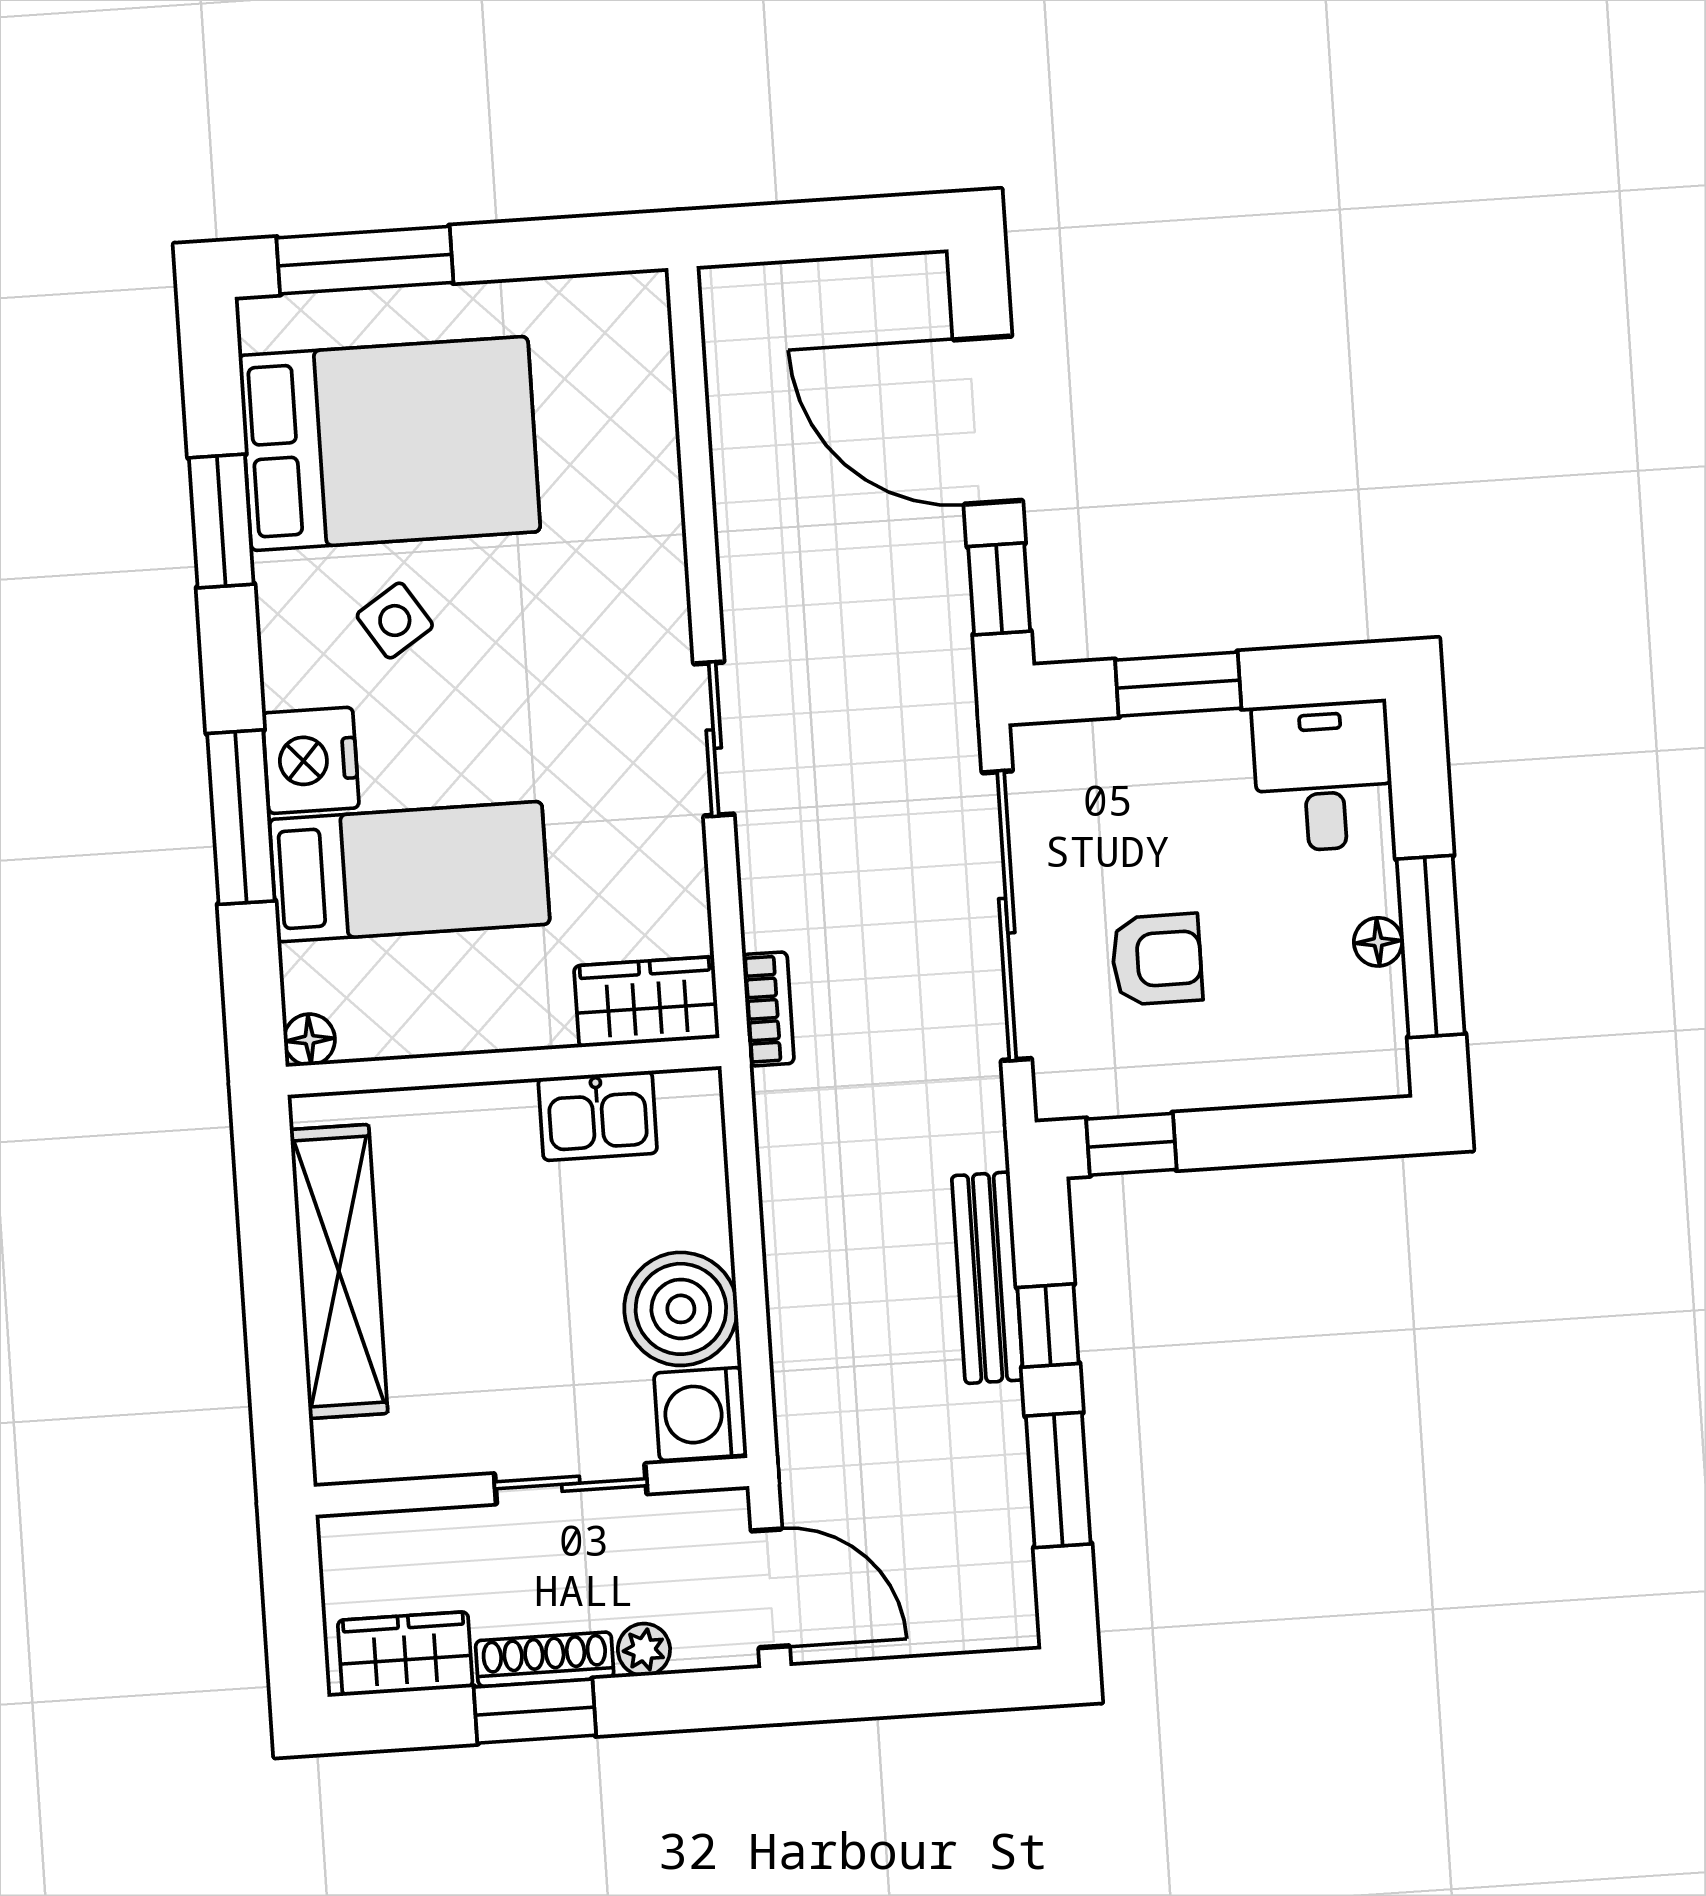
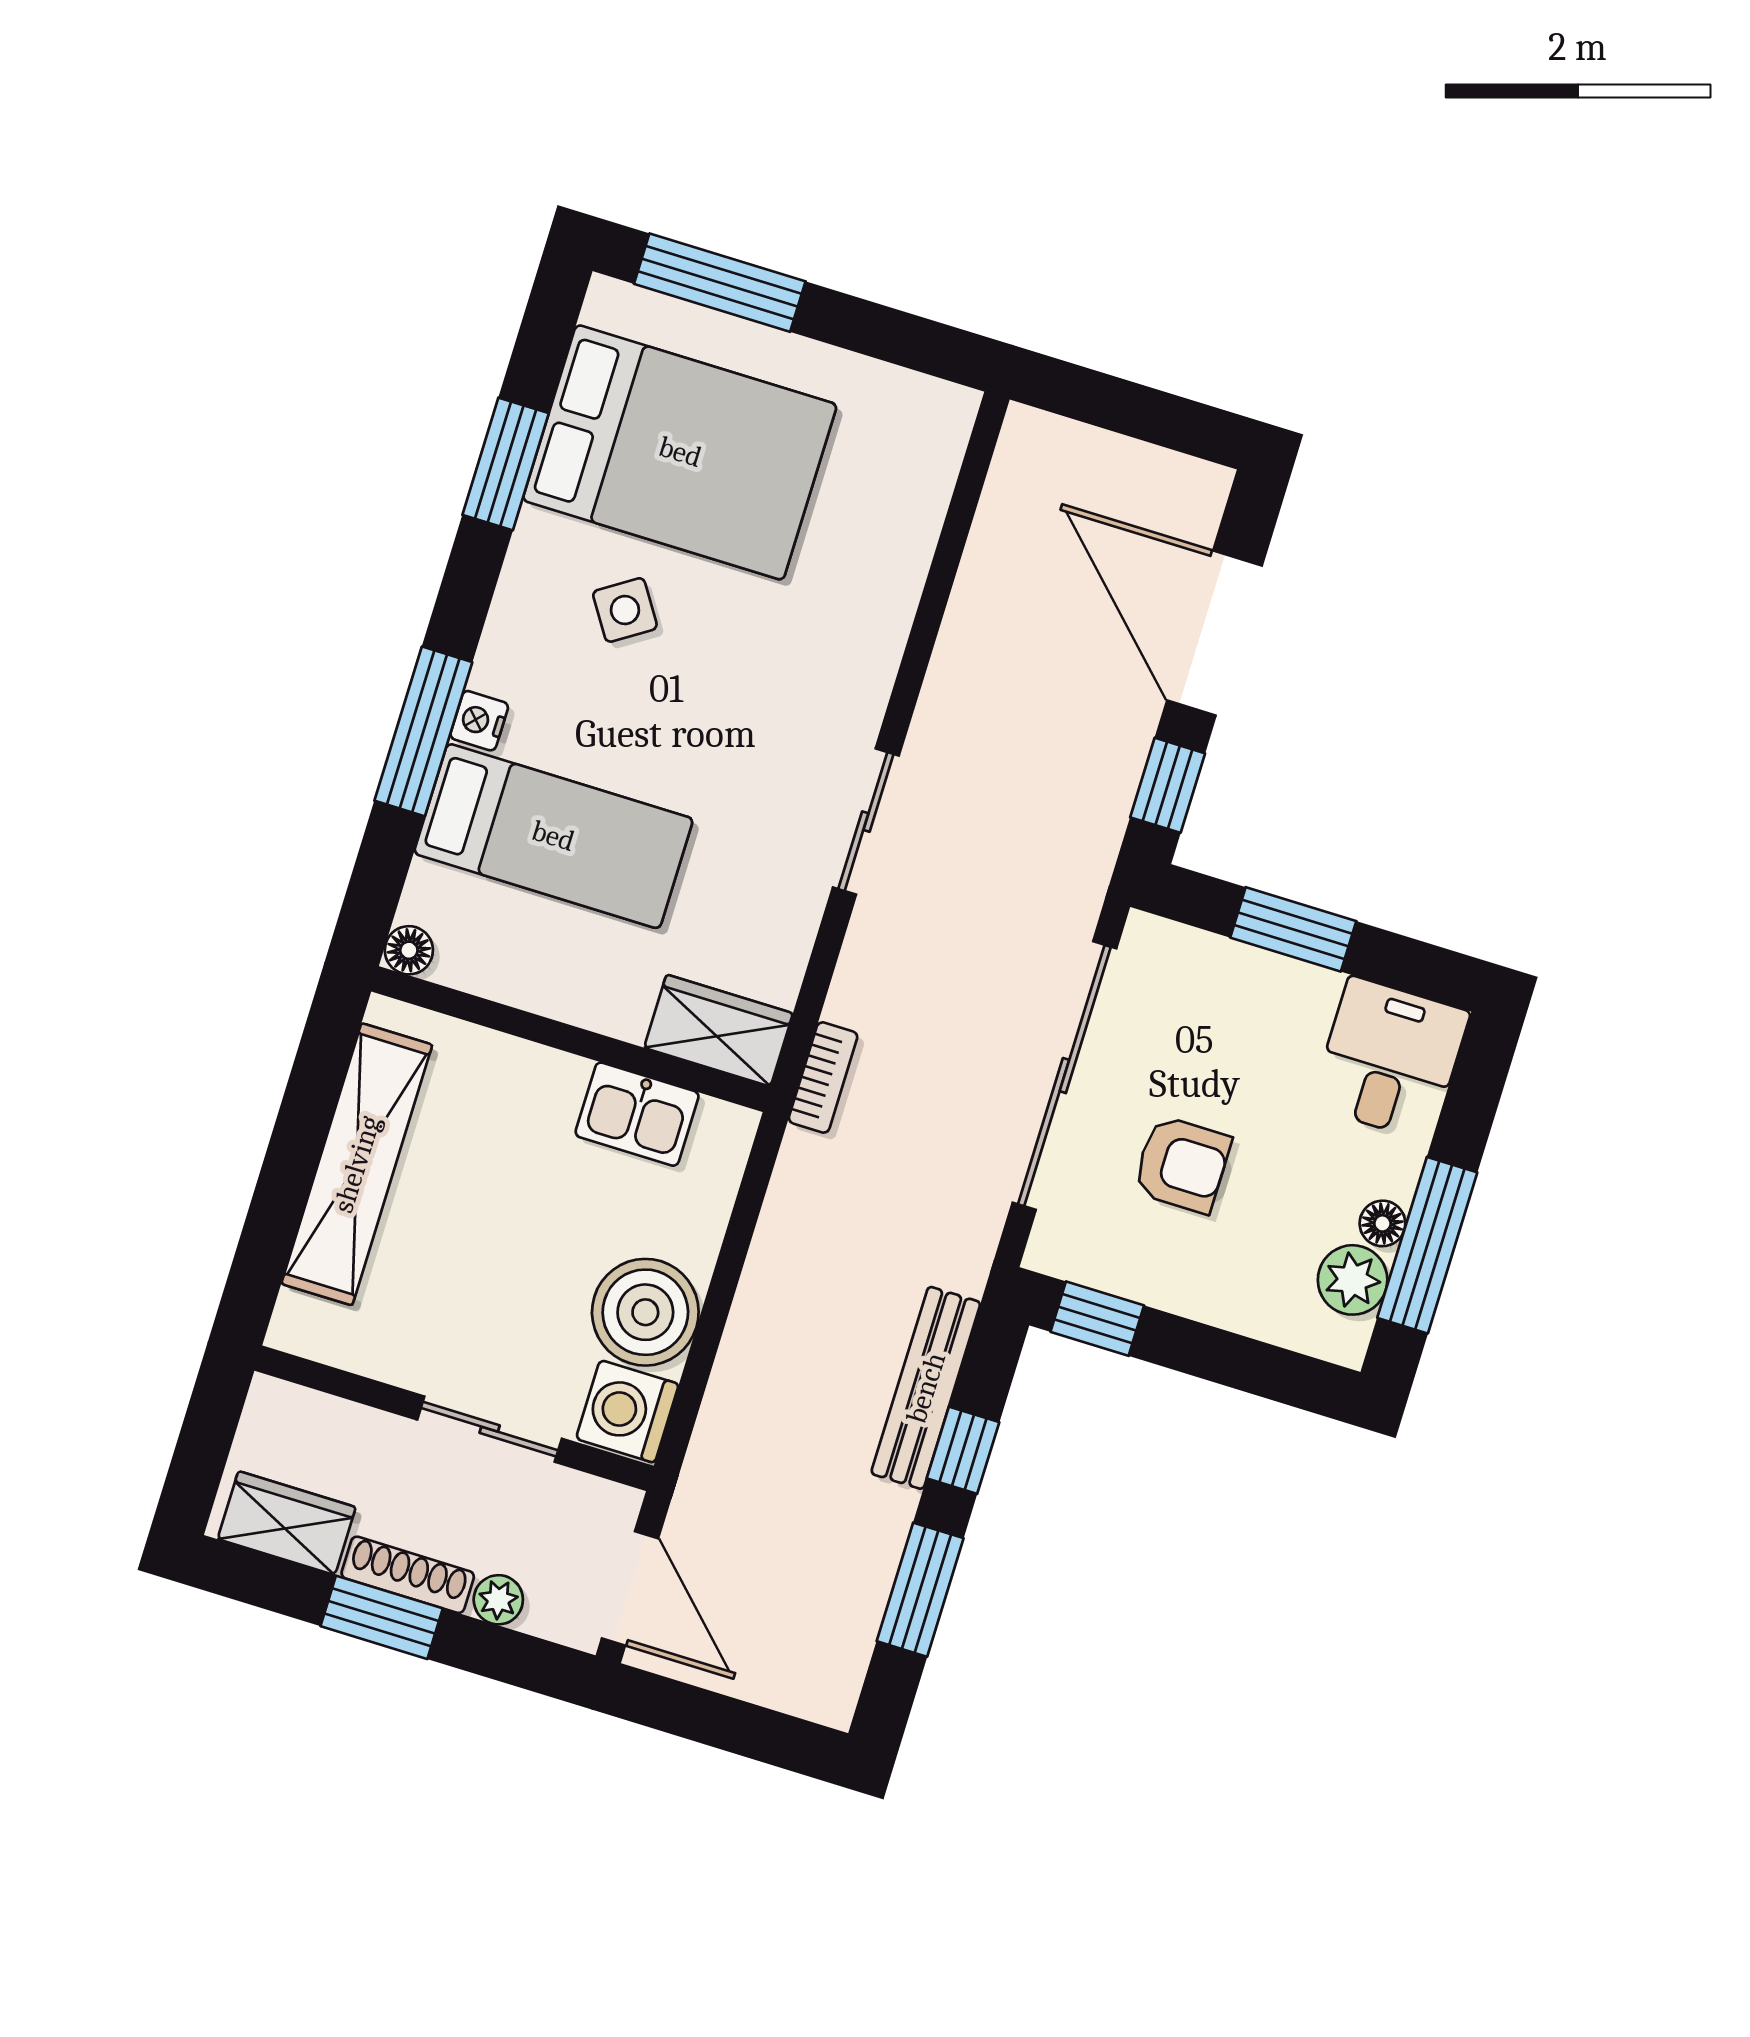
nightstand: (311, 760) -> (479, 721), width x0.53, depth x0.56
plant: (1370, 1009) -> (1353, 1280), added

